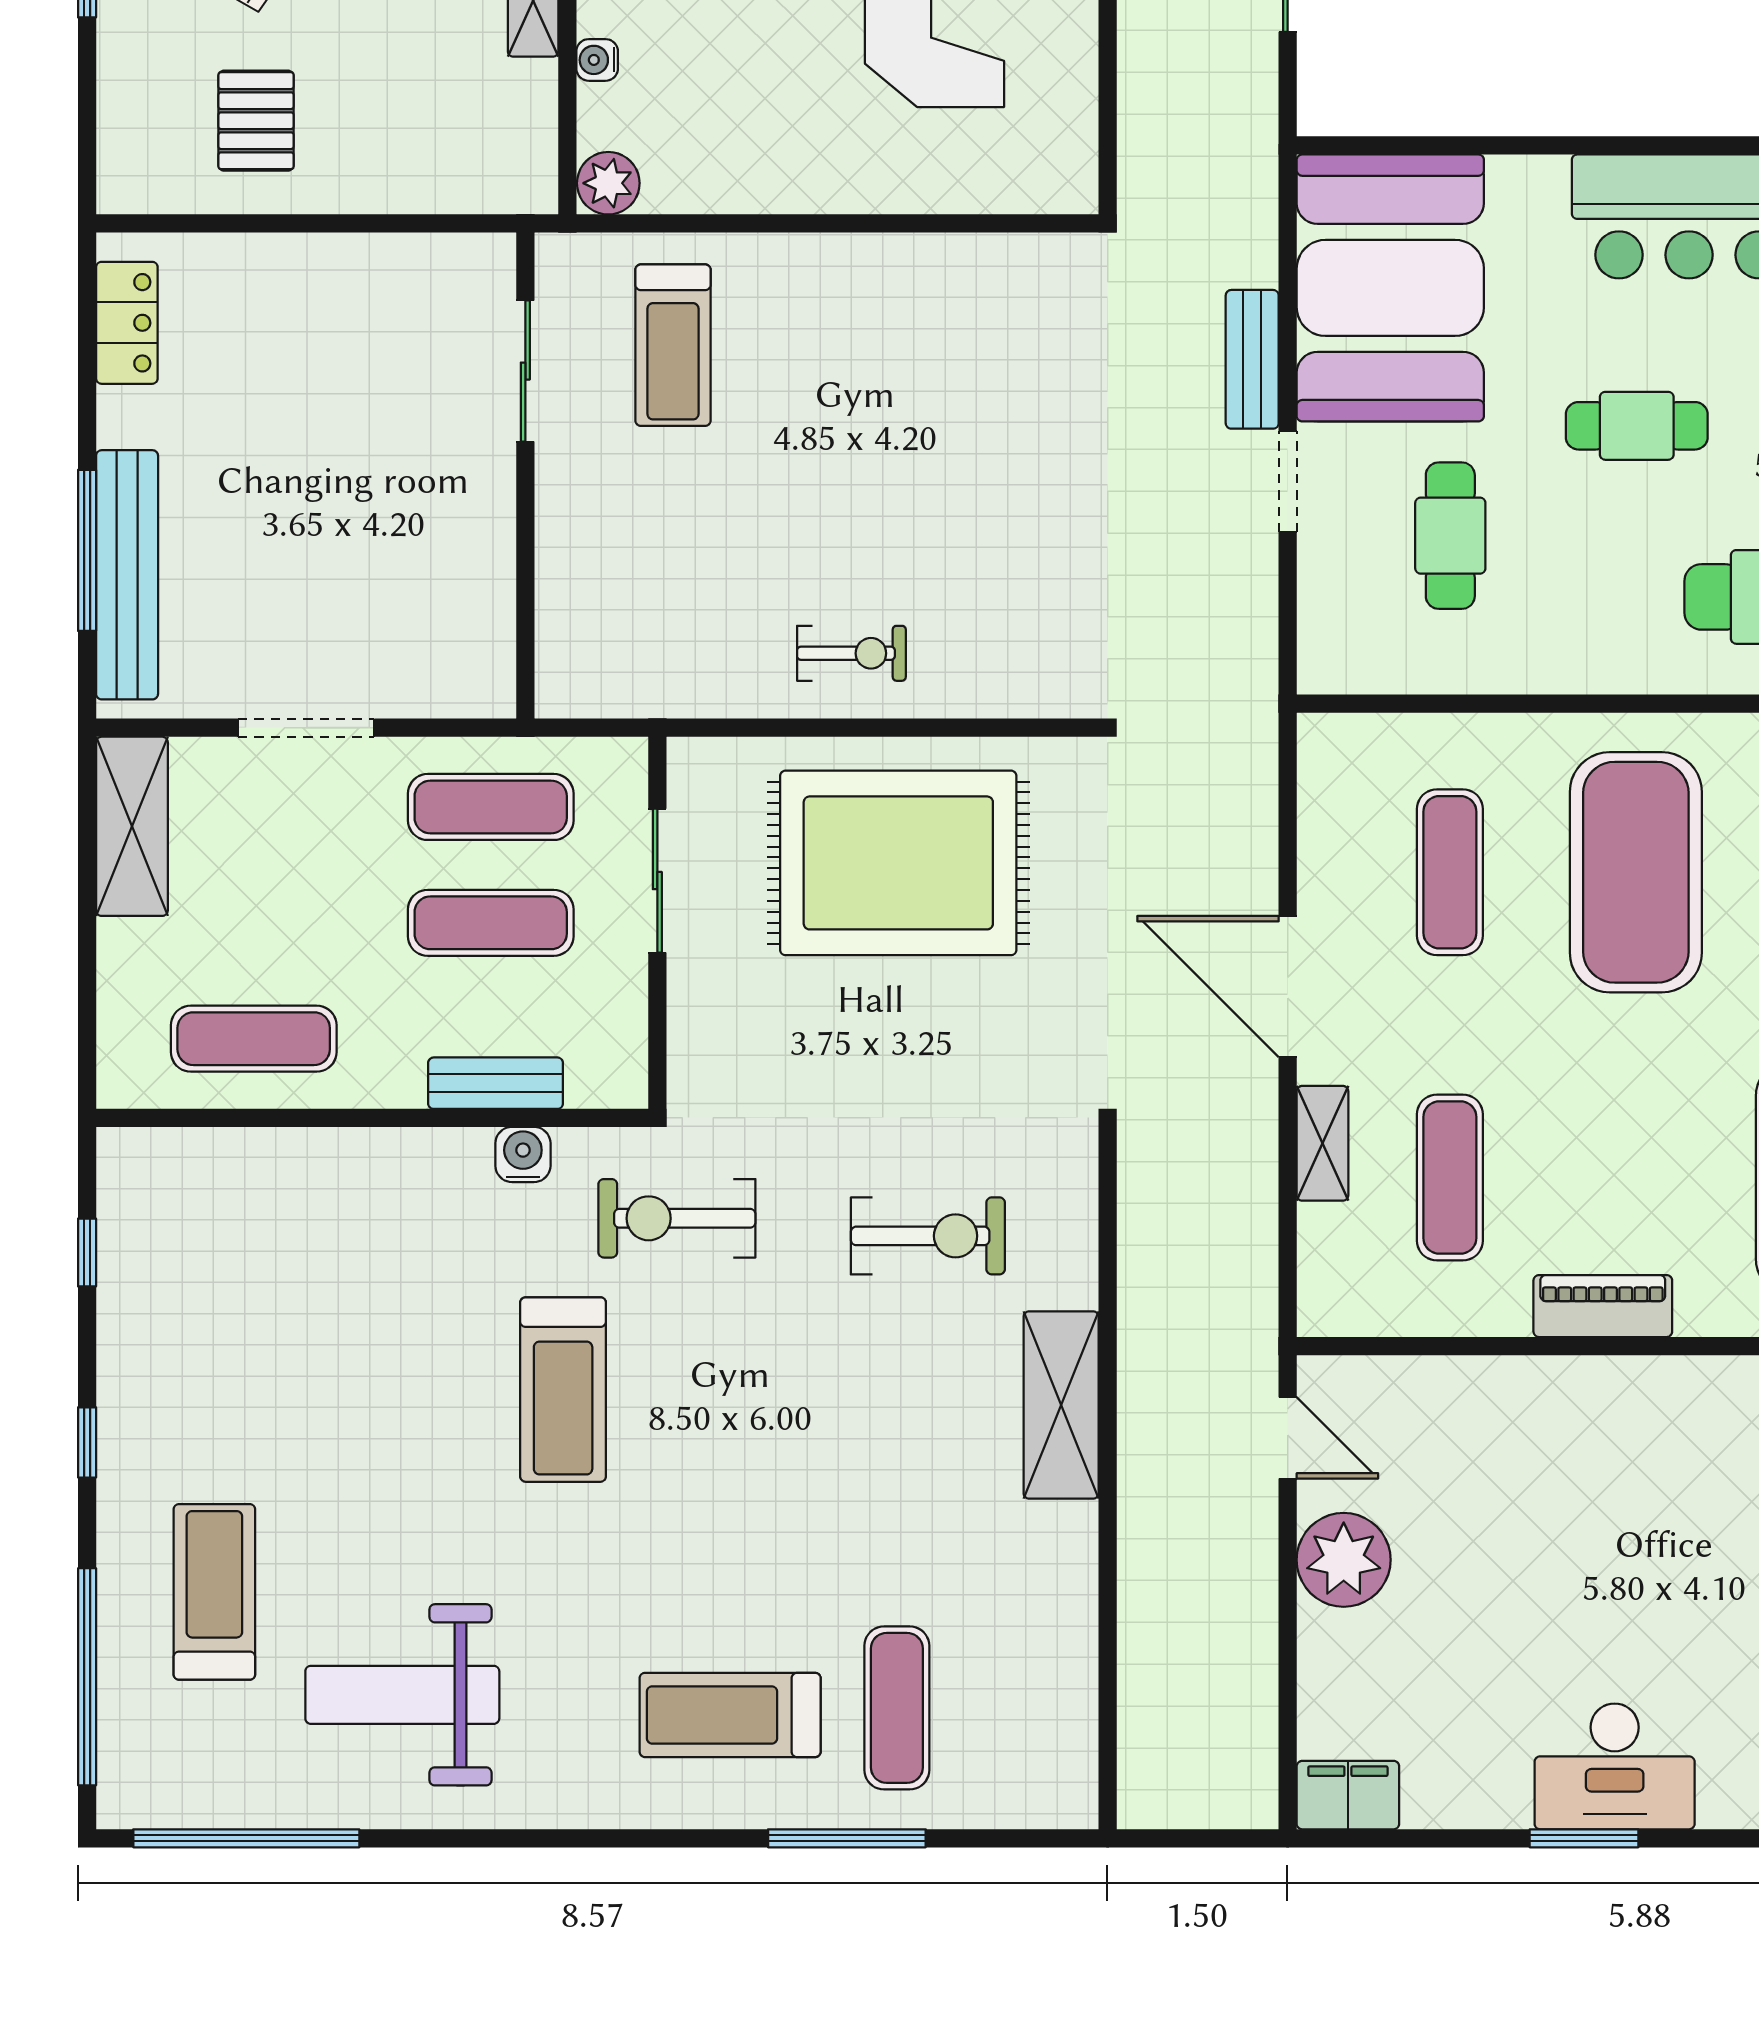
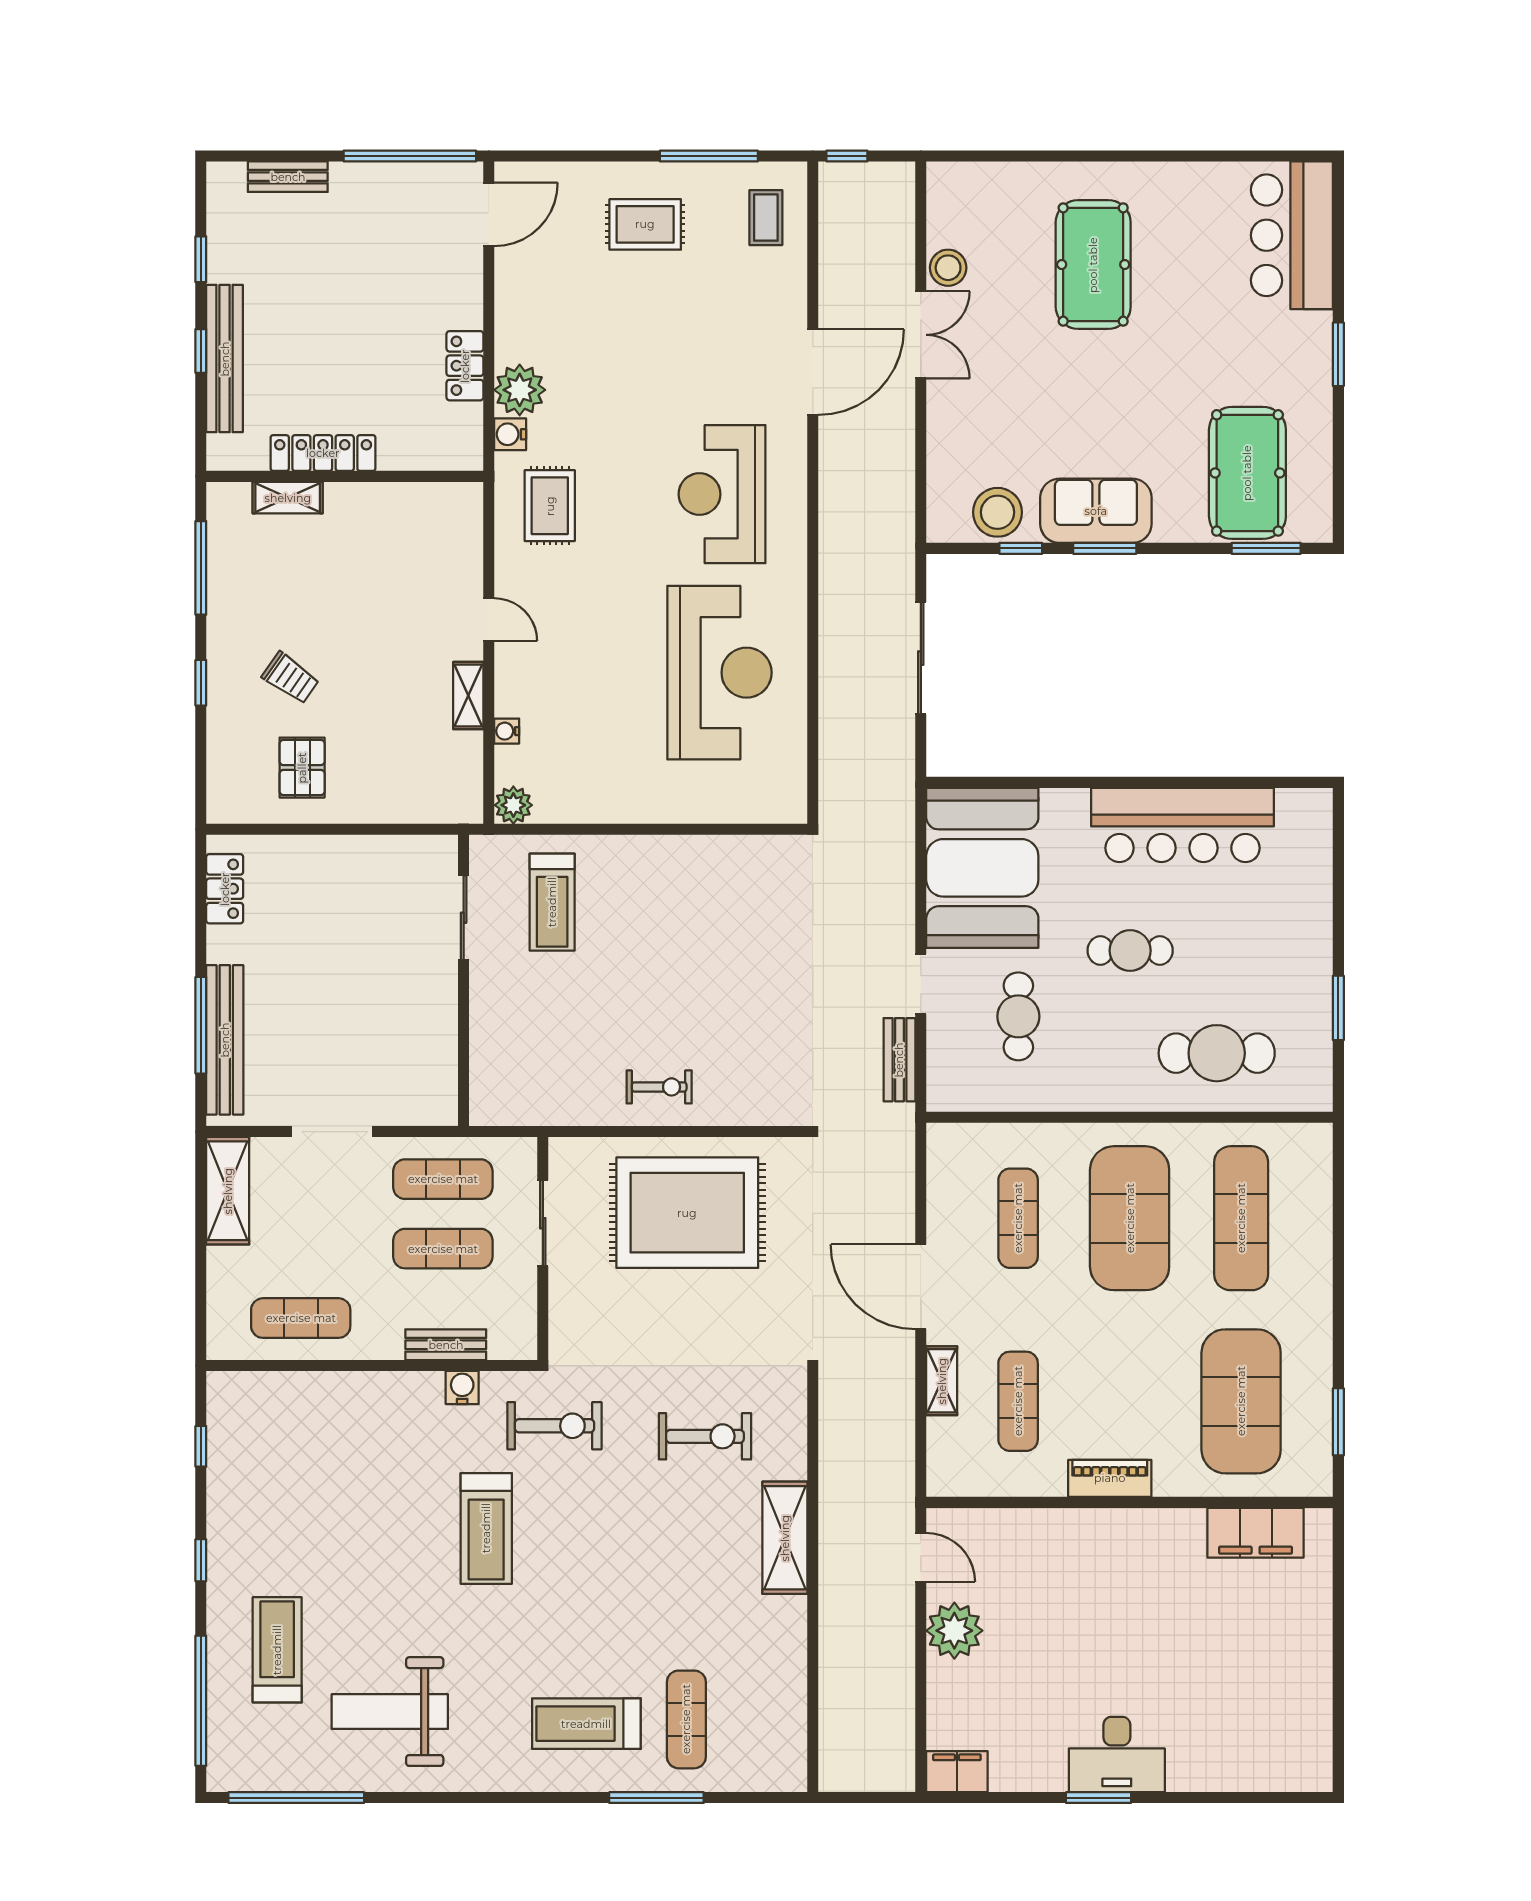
bench: (1252, 359) -> (899, 1060), moved
exercise bike: (677, 1218) -> (555, 1426), turned 180

